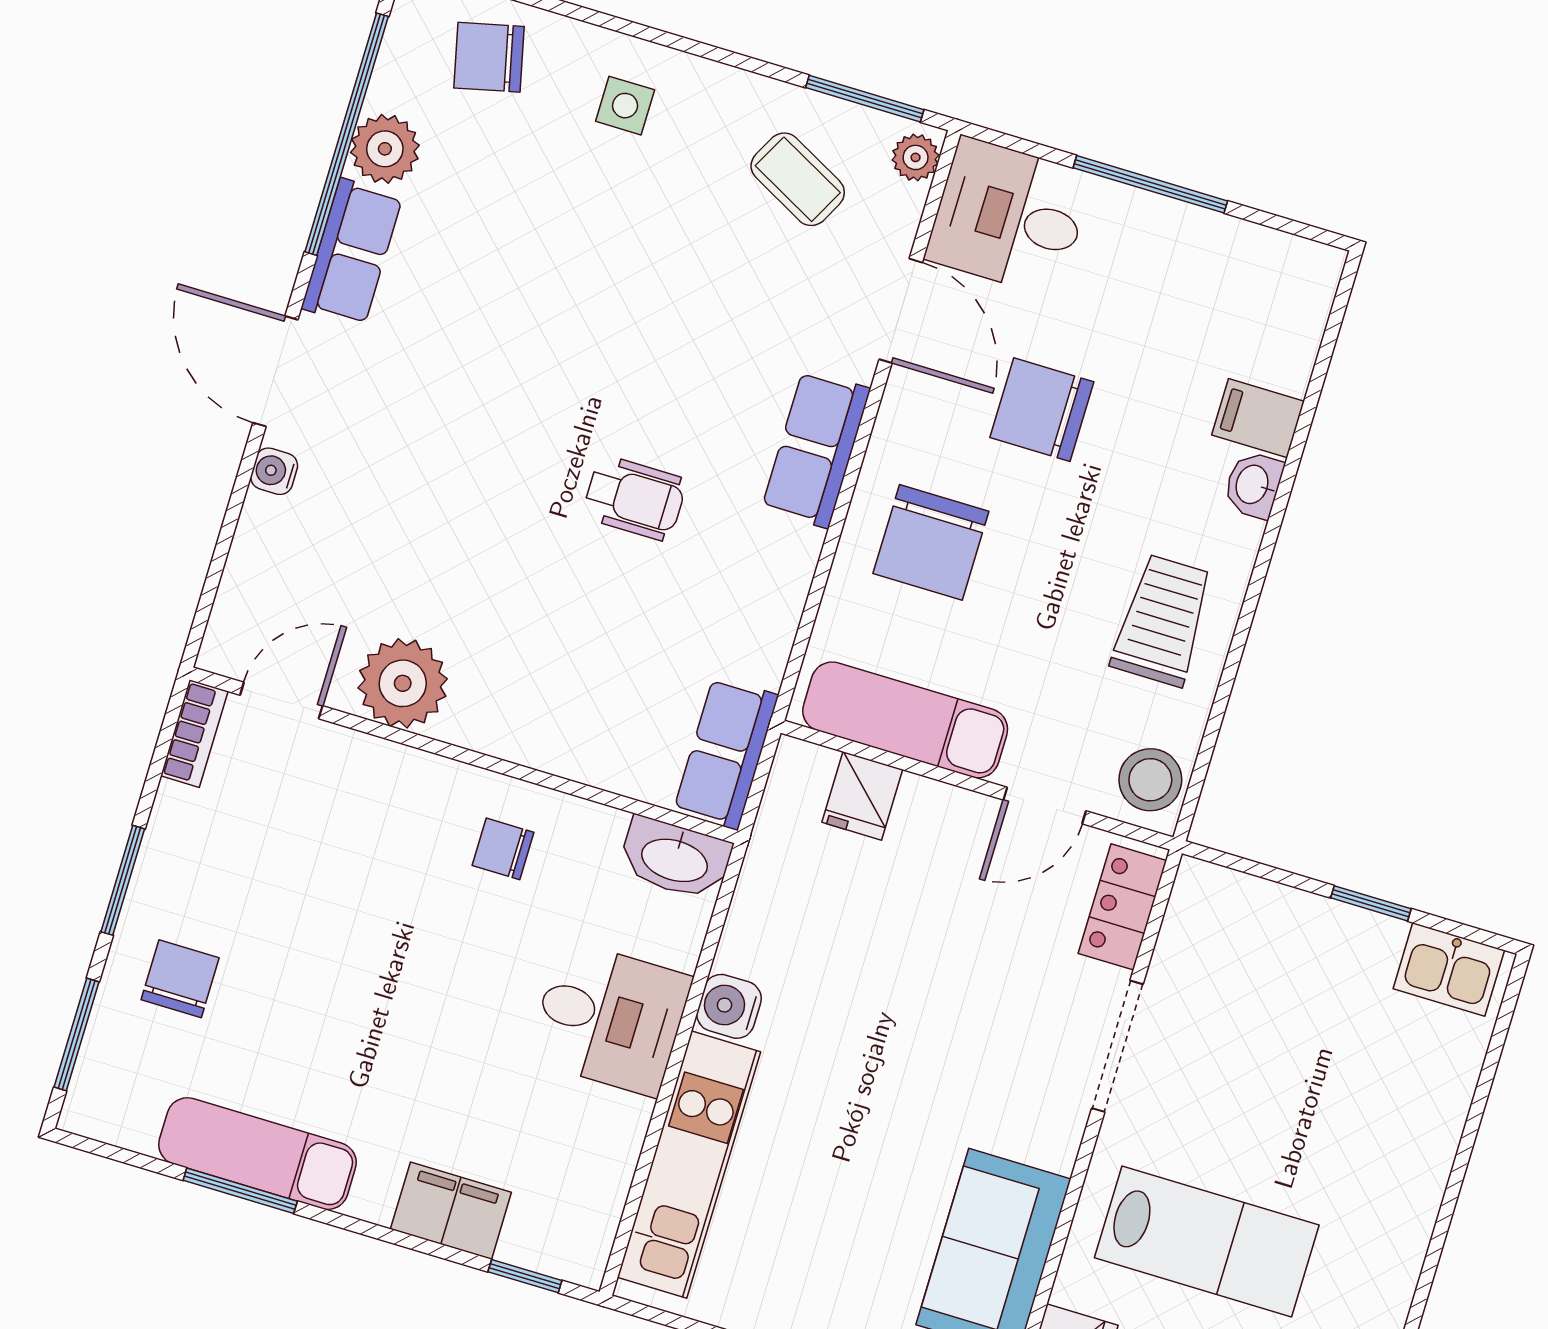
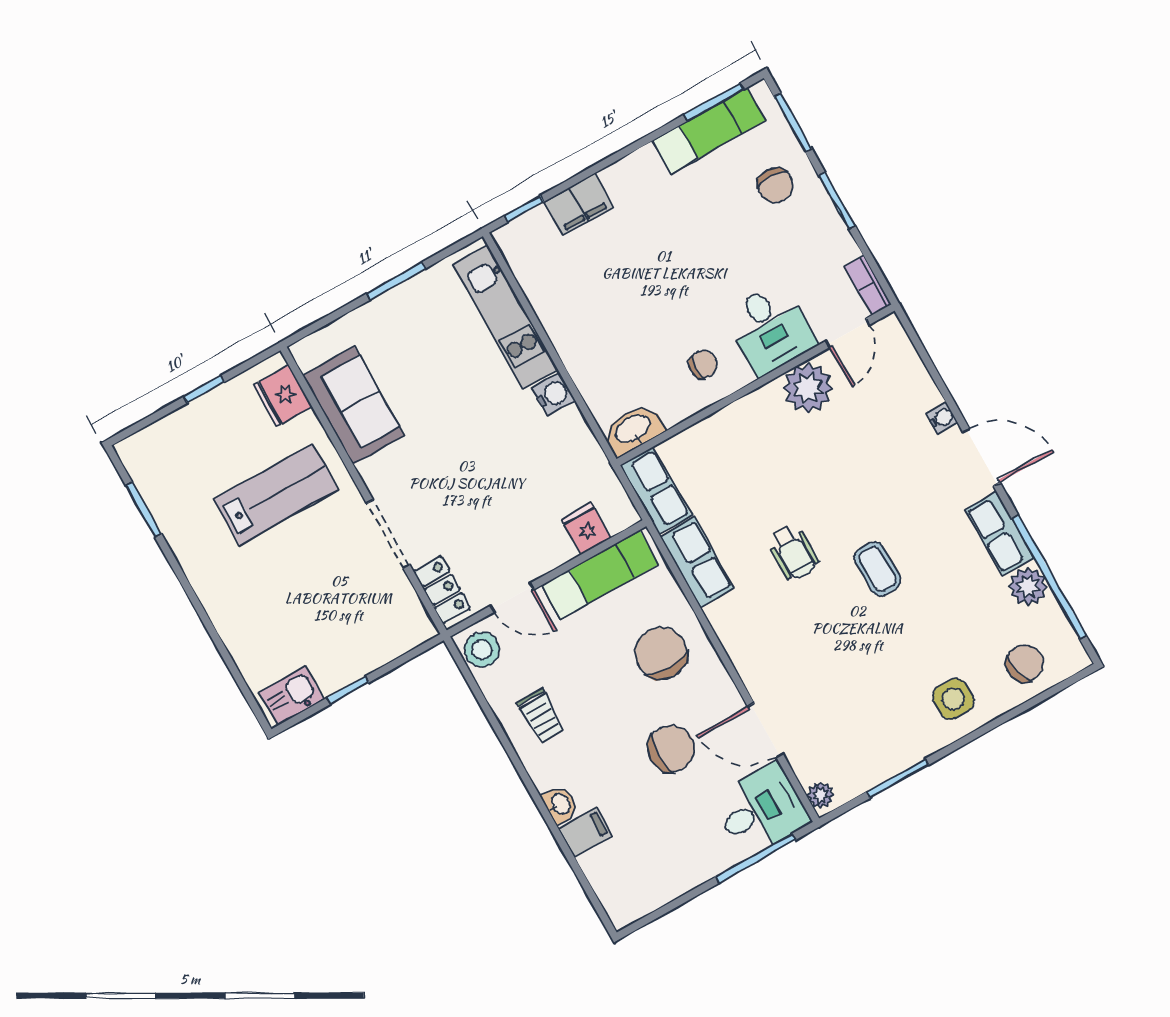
window: (865, 99) -> (898, 778), moved
side table: (625, 106) -> (953, 699), width x1.37, depth x1.37
coffee table: (798, 179) -> (878, 569), moved, turned 62
window: (1150, 184) -> (756, 858), moved
row of seats: (816, 449) -> (697, 562), moved
wheelchair: (634, 498) -> (793, 552), turned -90
trolley: (1162, 620) -> (541, 716), width x0.73, depth x0.72
door: (1045, 805) -> (512, 598), swing flipped
desk: (610, 1018) -> (770, 329), moved, turned -90
exam couch: (257, 1154) -> (709, 130), moved
window: (240, 1191) -> (714, 102), moved
lab bench: (1207, 1241) -> (276, 495), turned 180

